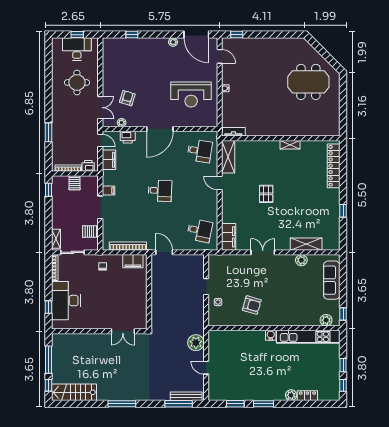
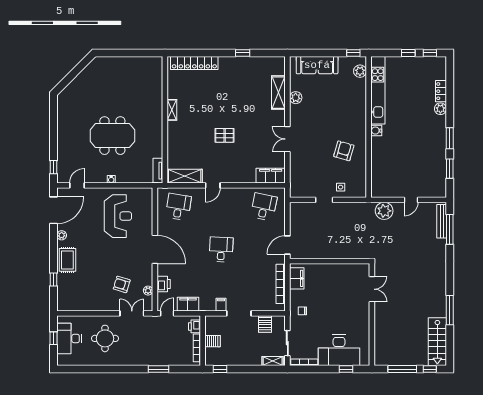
rug: (150, 47) -> (67, 260), added
meeting table: (308, 82) -> (112, 136), moved, turned 90
window: (122, 404) -> (450, 310), moved

